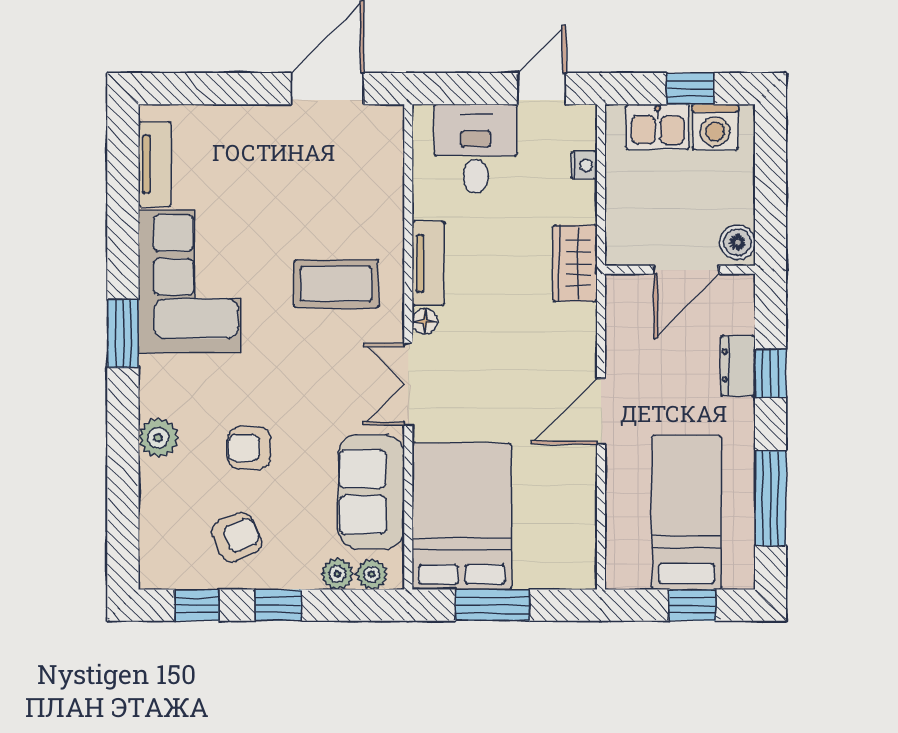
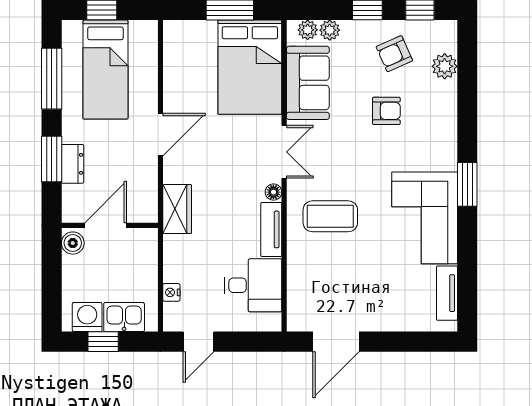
desk: (476, 149) -> (253, 285), moved, turned -90
wardrobe: (575, 263) -> (177, 209), moved
window: (771, 373) -> (52, 159), width x1.50
plant: (158, 438) -> (445, 66), moved

